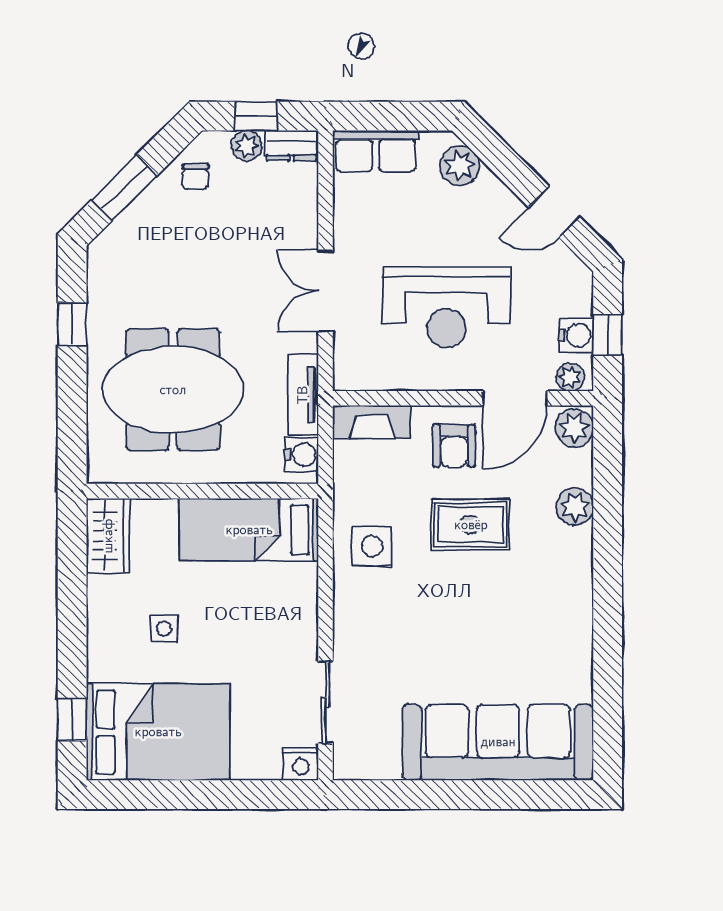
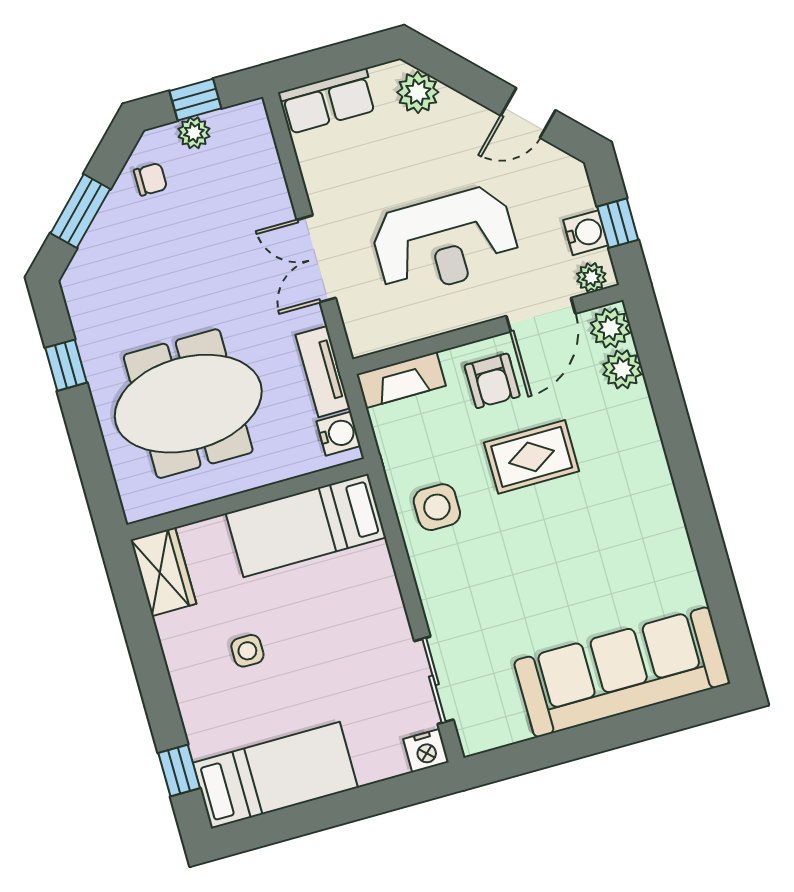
dresser: (292, 146) -> (240, 120), removed
chair: (196, 177) -> (150, 179), turned -90
plant: (575, 507) -> (622, 369), moved
bed: (158, 732) -> (275, 775), width x0.67

